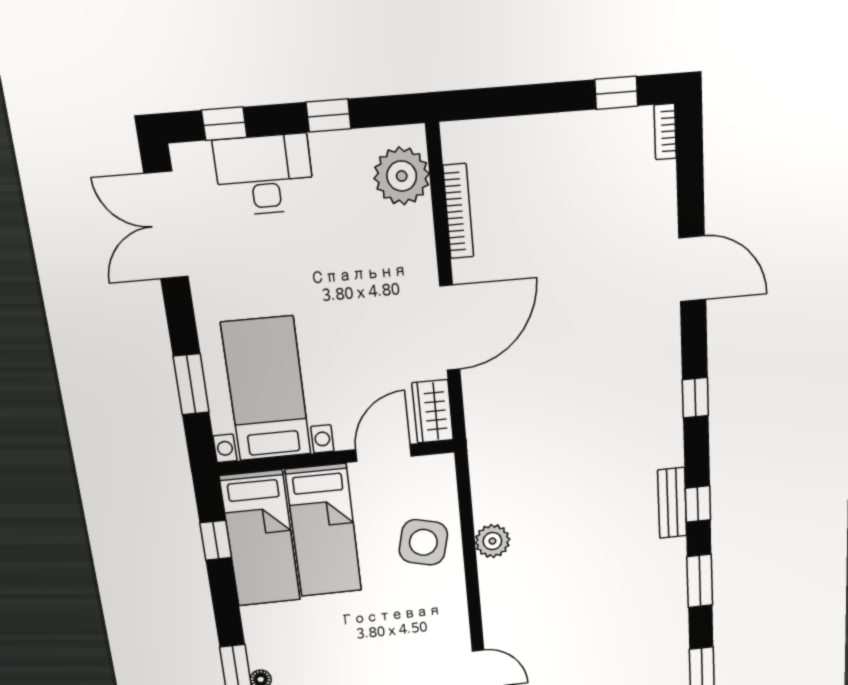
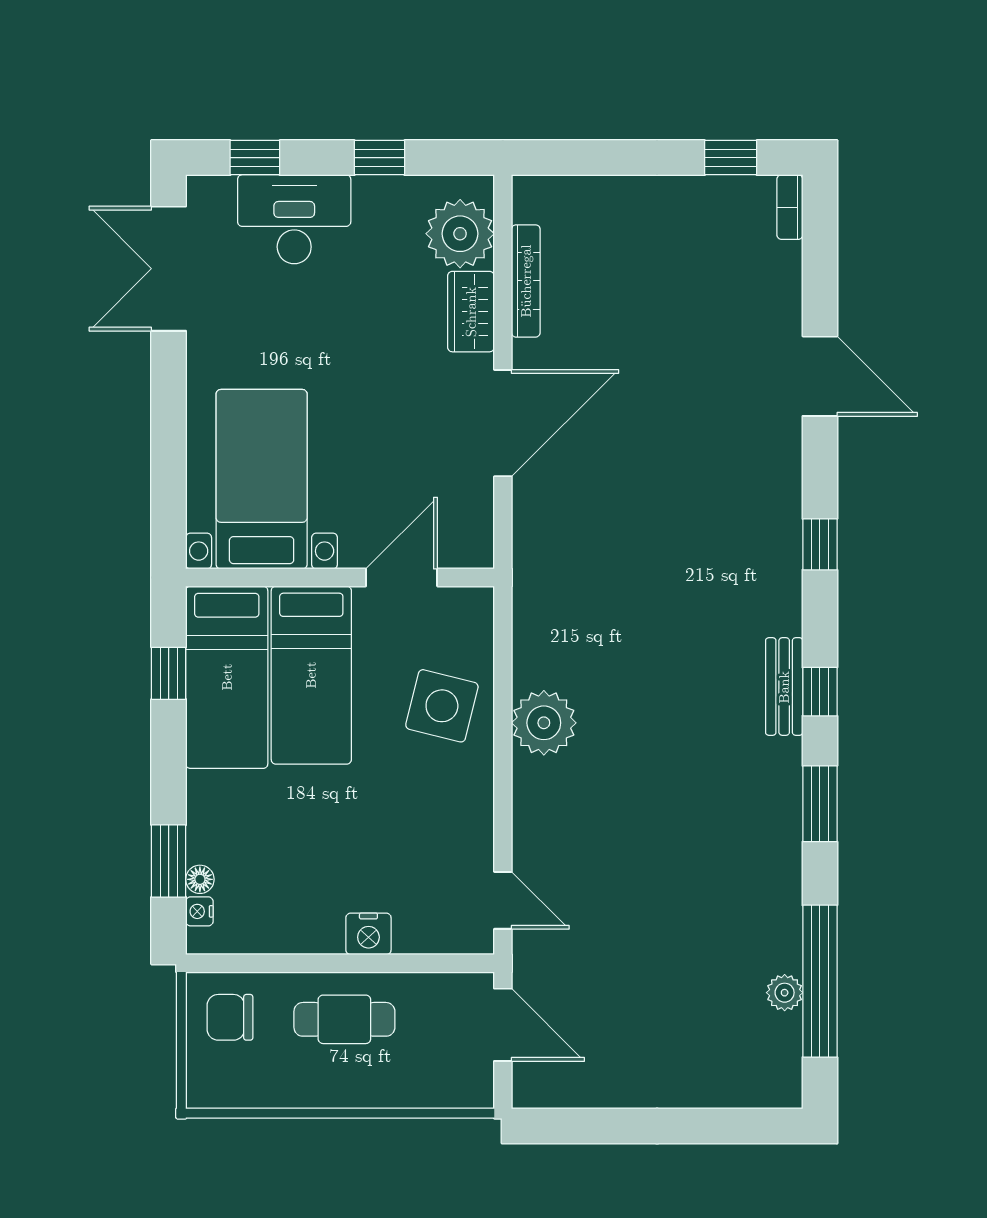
window: (191, 384) -> (169, 464), removed
wardrobe: (433, 411) -> (471, 312), moved
plant: (492, 541) -> (544, 723), width x1.36, depth x1.36

